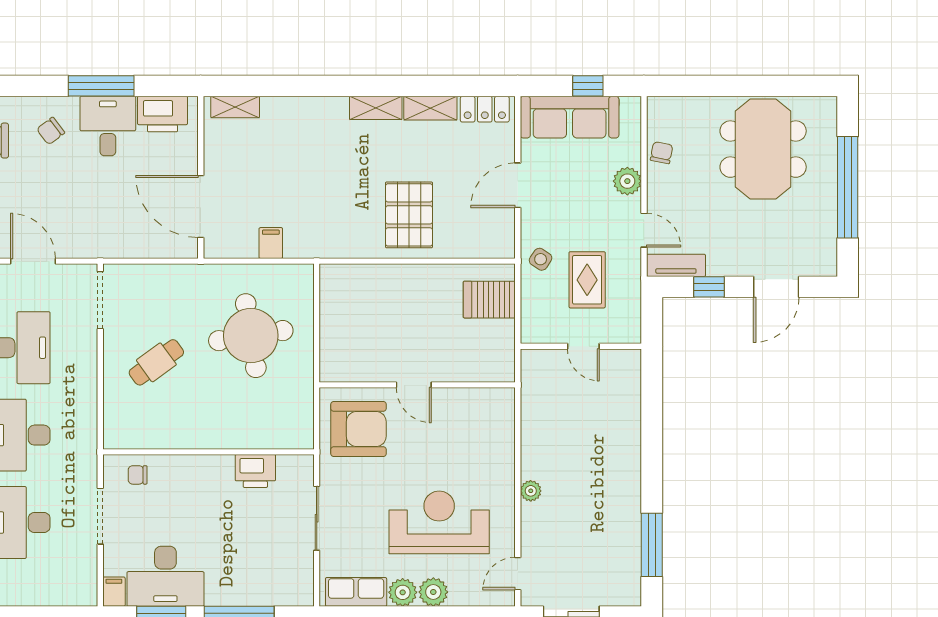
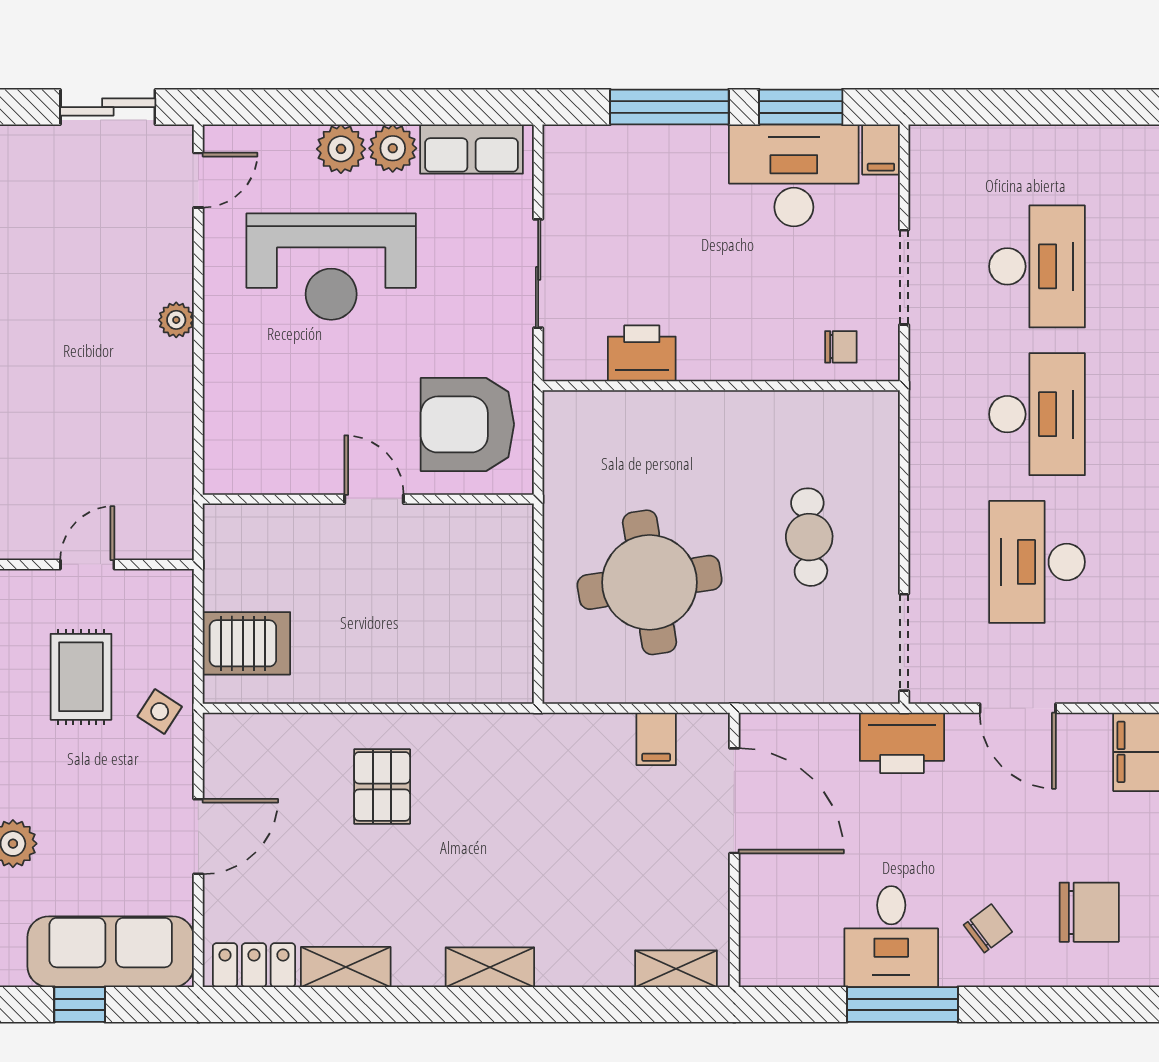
shelving: (376, 108) -> (490, 967), moved
printer: (163, 114) -> (902, 743), moved, turned 180
pallet: (409, 215) -> (382, 786), width x0.67, depth x0.71
filing cabinet: (271, 243) -> (656, 739), moved
door: (583, 346) -> (87, 564), hinge flipped
cafe table: (156, 362) -> (809, 537), turned -57

